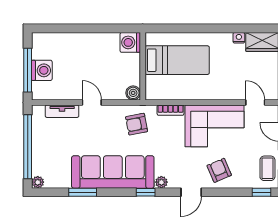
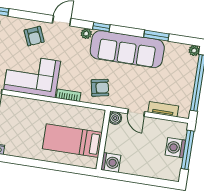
washing machine: (130, 42) -> (111, 162), moved
bed: (177, 60) -> (72, 141), moved
wall: (143, 66) -> (103, 140), moved
boiler: (133, 93) -> (115, 118), moved

